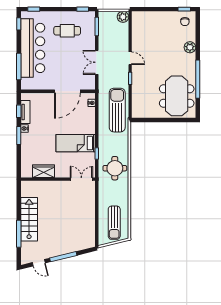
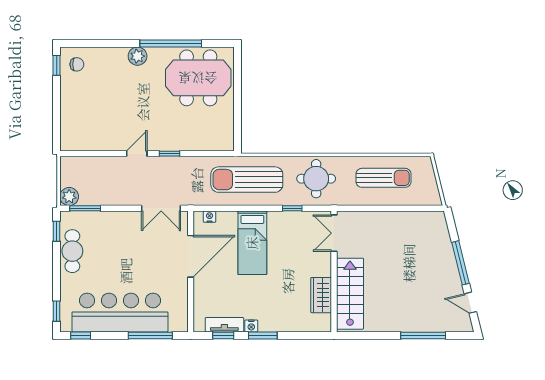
plant: (123, 17) -> (69, 197), moved
cafe table: (67, 31) -> (72, 251), moved
plant: (190, 47) -> (138, 56), moved
double door: (97, 62) -> (161, 208), moved
door: (67, 91) -> (191, 256), hinge flipped
sun lounger: (117, 110) -> (247, 180), moved
bed: (76, 143) -> (252, 243), moved
stairs: (29, 219) -> (350, 294), moved, turned 90
sun lounger: (114, 223) -> (384, 178), moved
door: (39, 263) -> (470, 303), swing flipped

